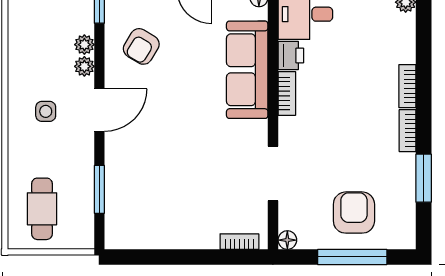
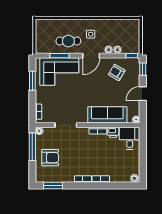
door: (99, 110) -> (91, 56), hinge flipped
window: (424, 178) -> (53, 185), moved
corner sofa: (139, 190) -> (59, 72), added
cafe table: (42, 209) -> (68, 41), moved
window: (162, 257) -> (32, 81), added
window: (352, 257) -> (32, 147), moved

